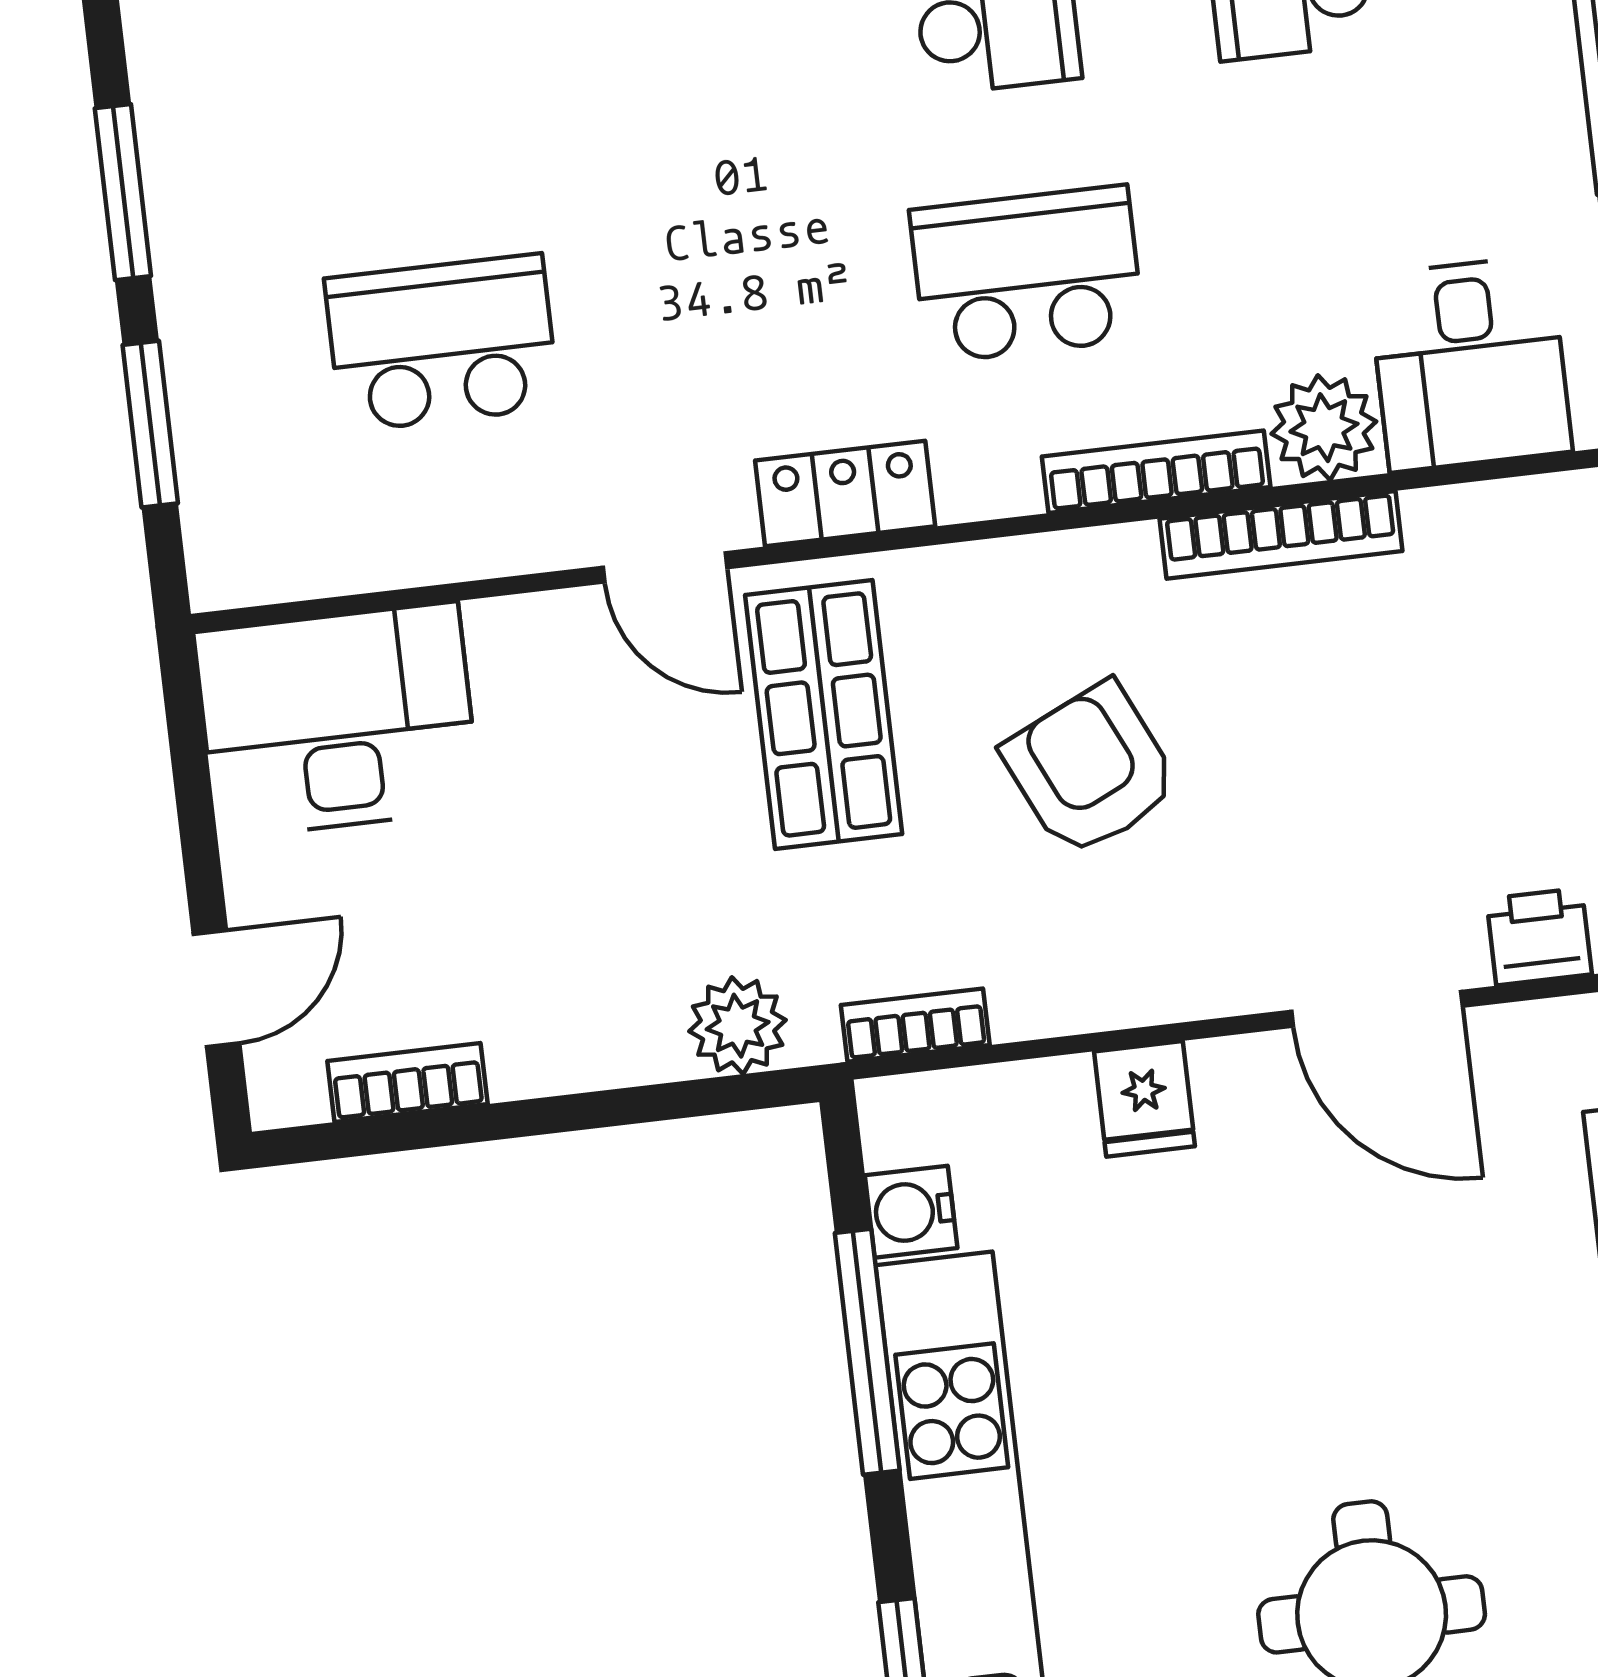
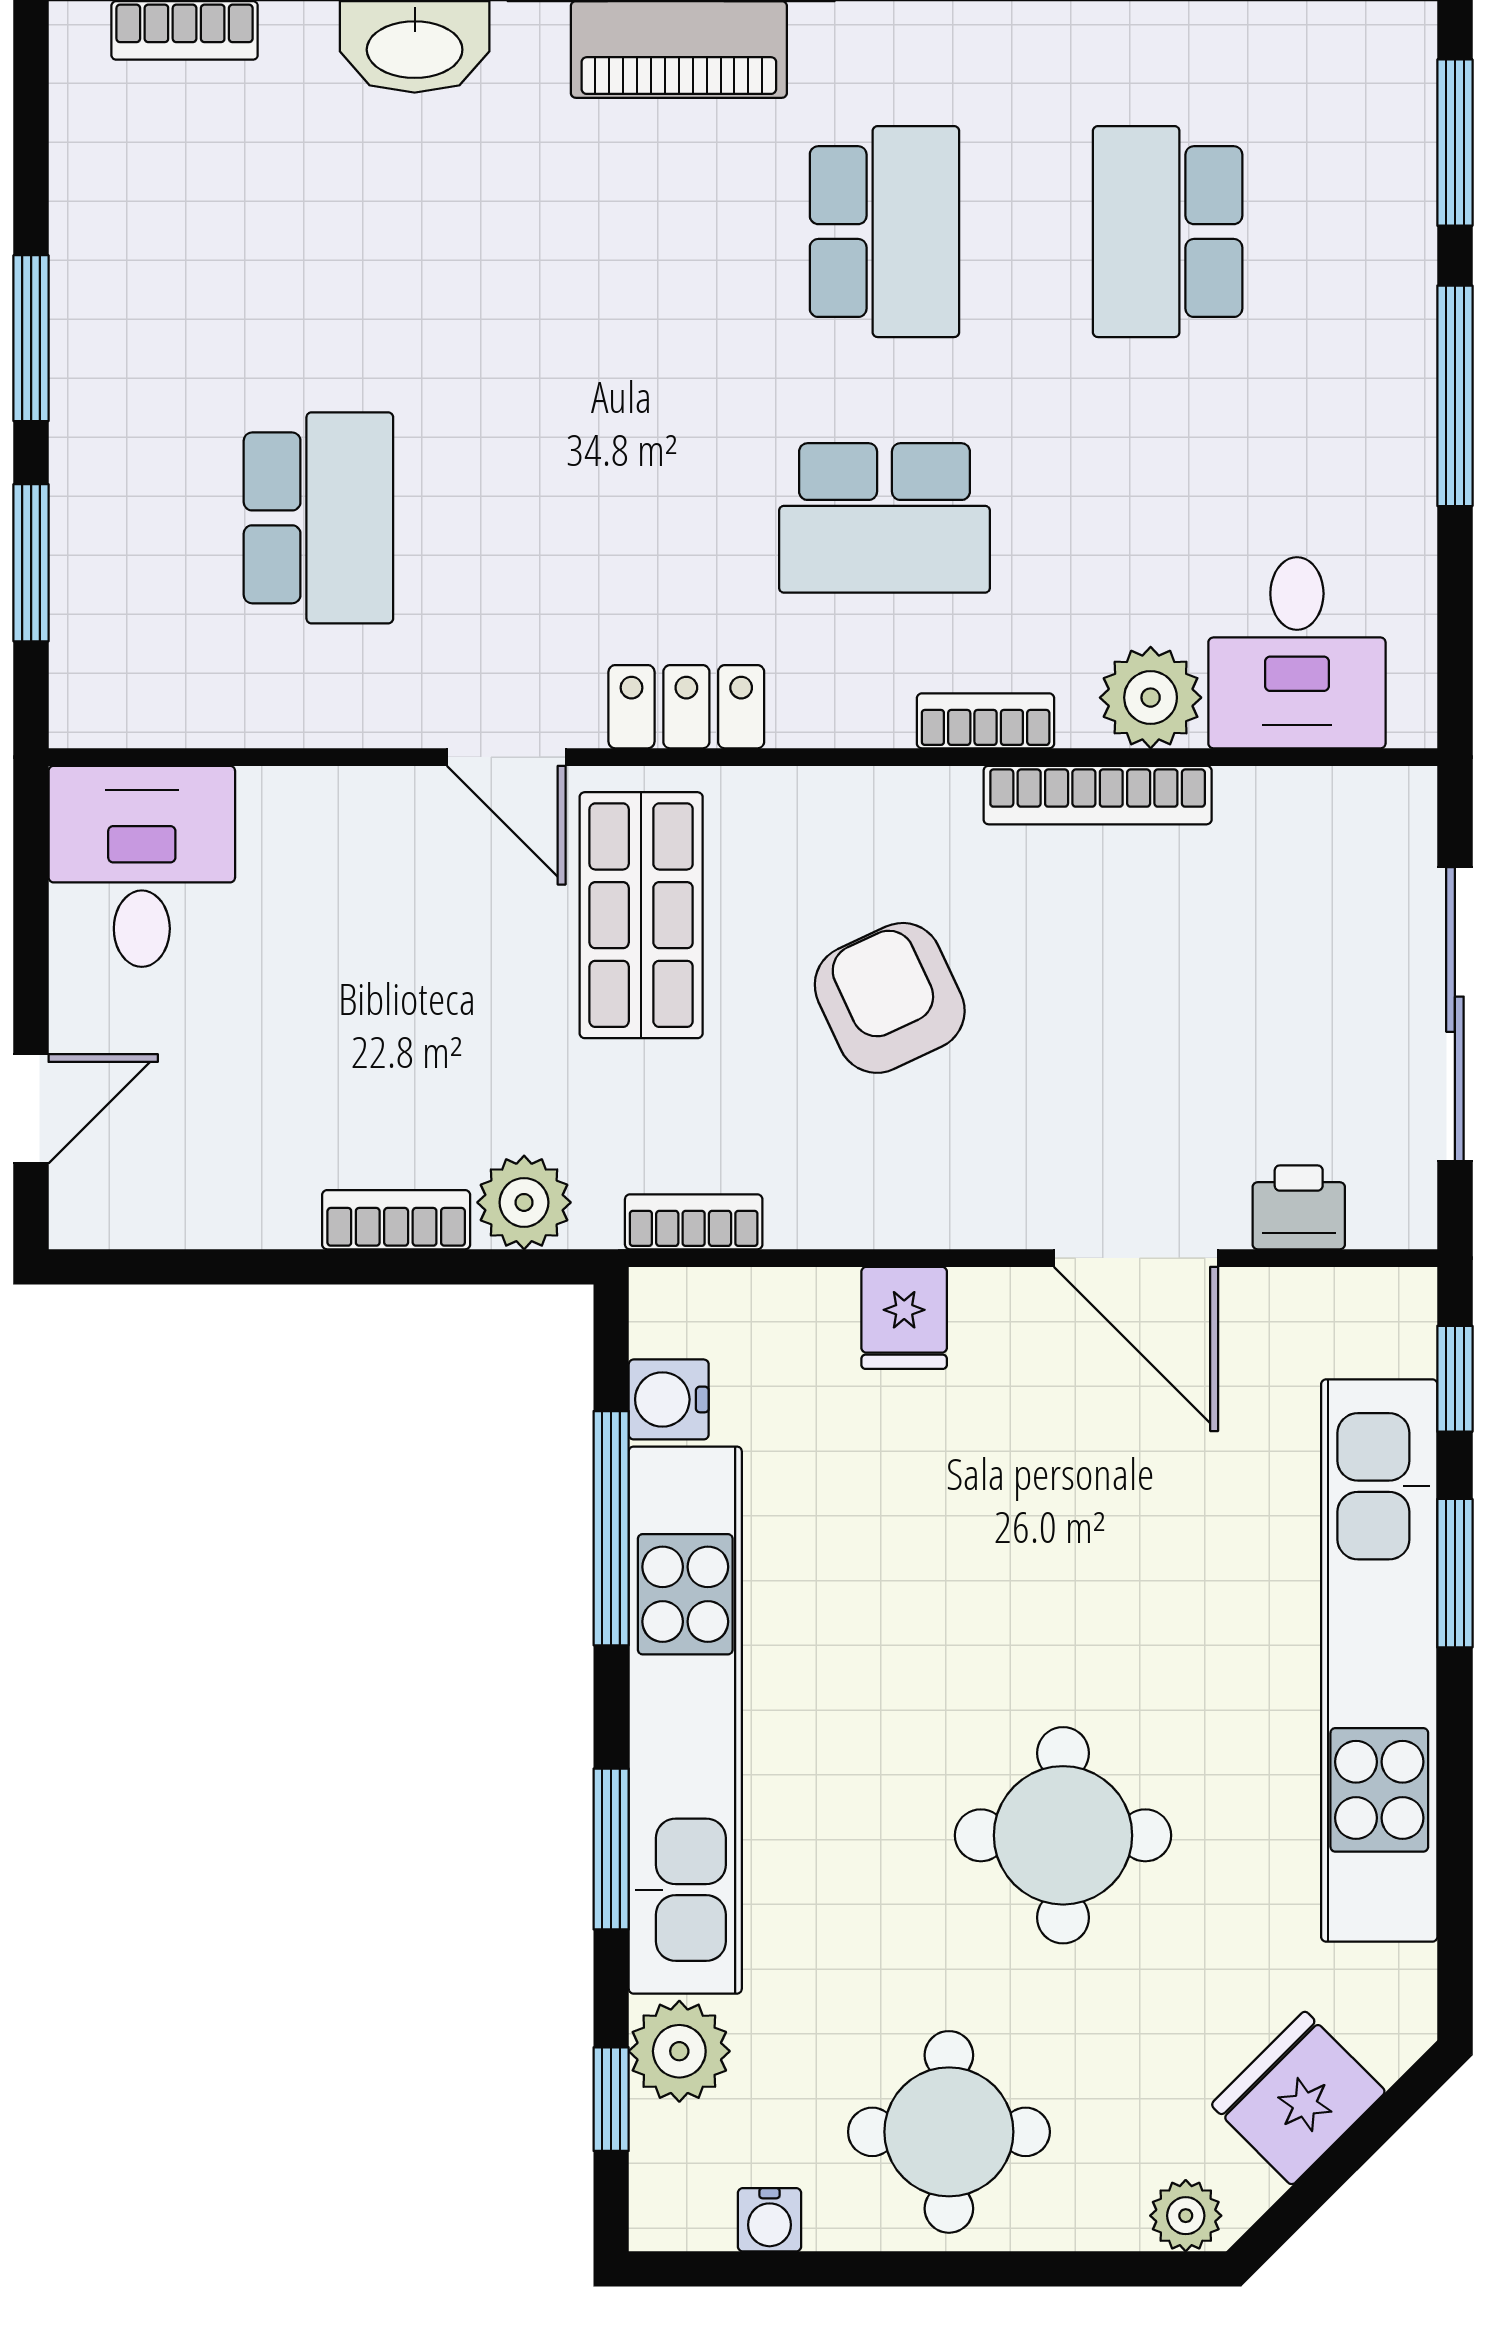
school desk: (1027, 274) -> (884, 518), turned 180
school desk: (442, 343) -> (318, 518), turned 90
bookcase: (1156, 472) -> (986, 721), width x0.64
desk: (338, 720) -> (142, 866), width x0.73
bookcase: (407, 1082) -> (396, 1220), moved

